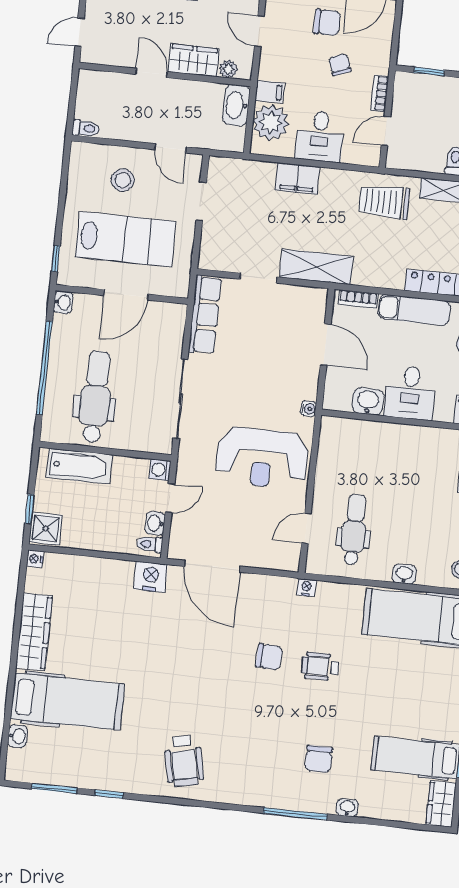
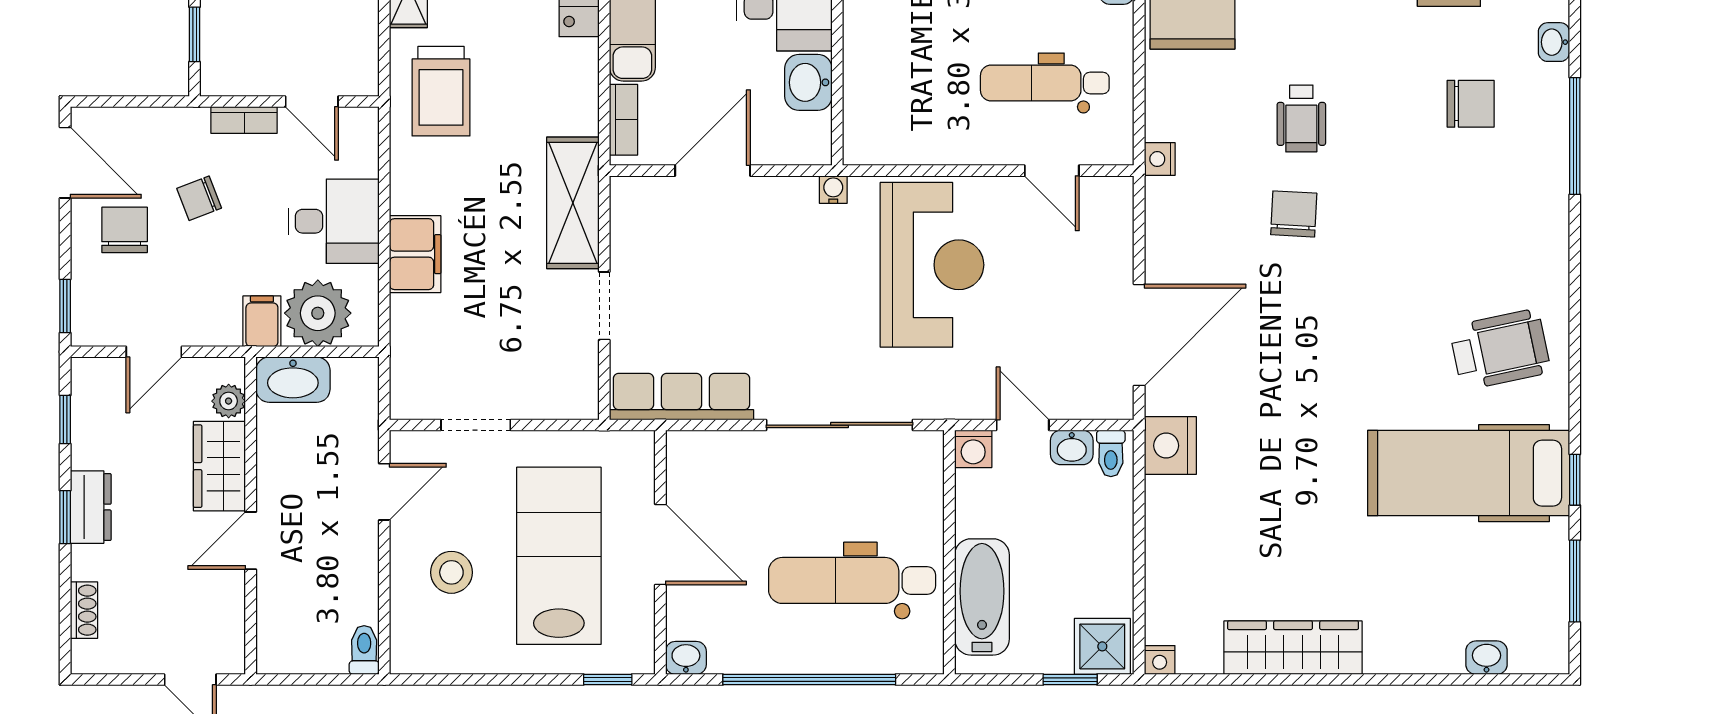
hospital bed: (67, 702) -> (1469, 473), moved, turned -90

